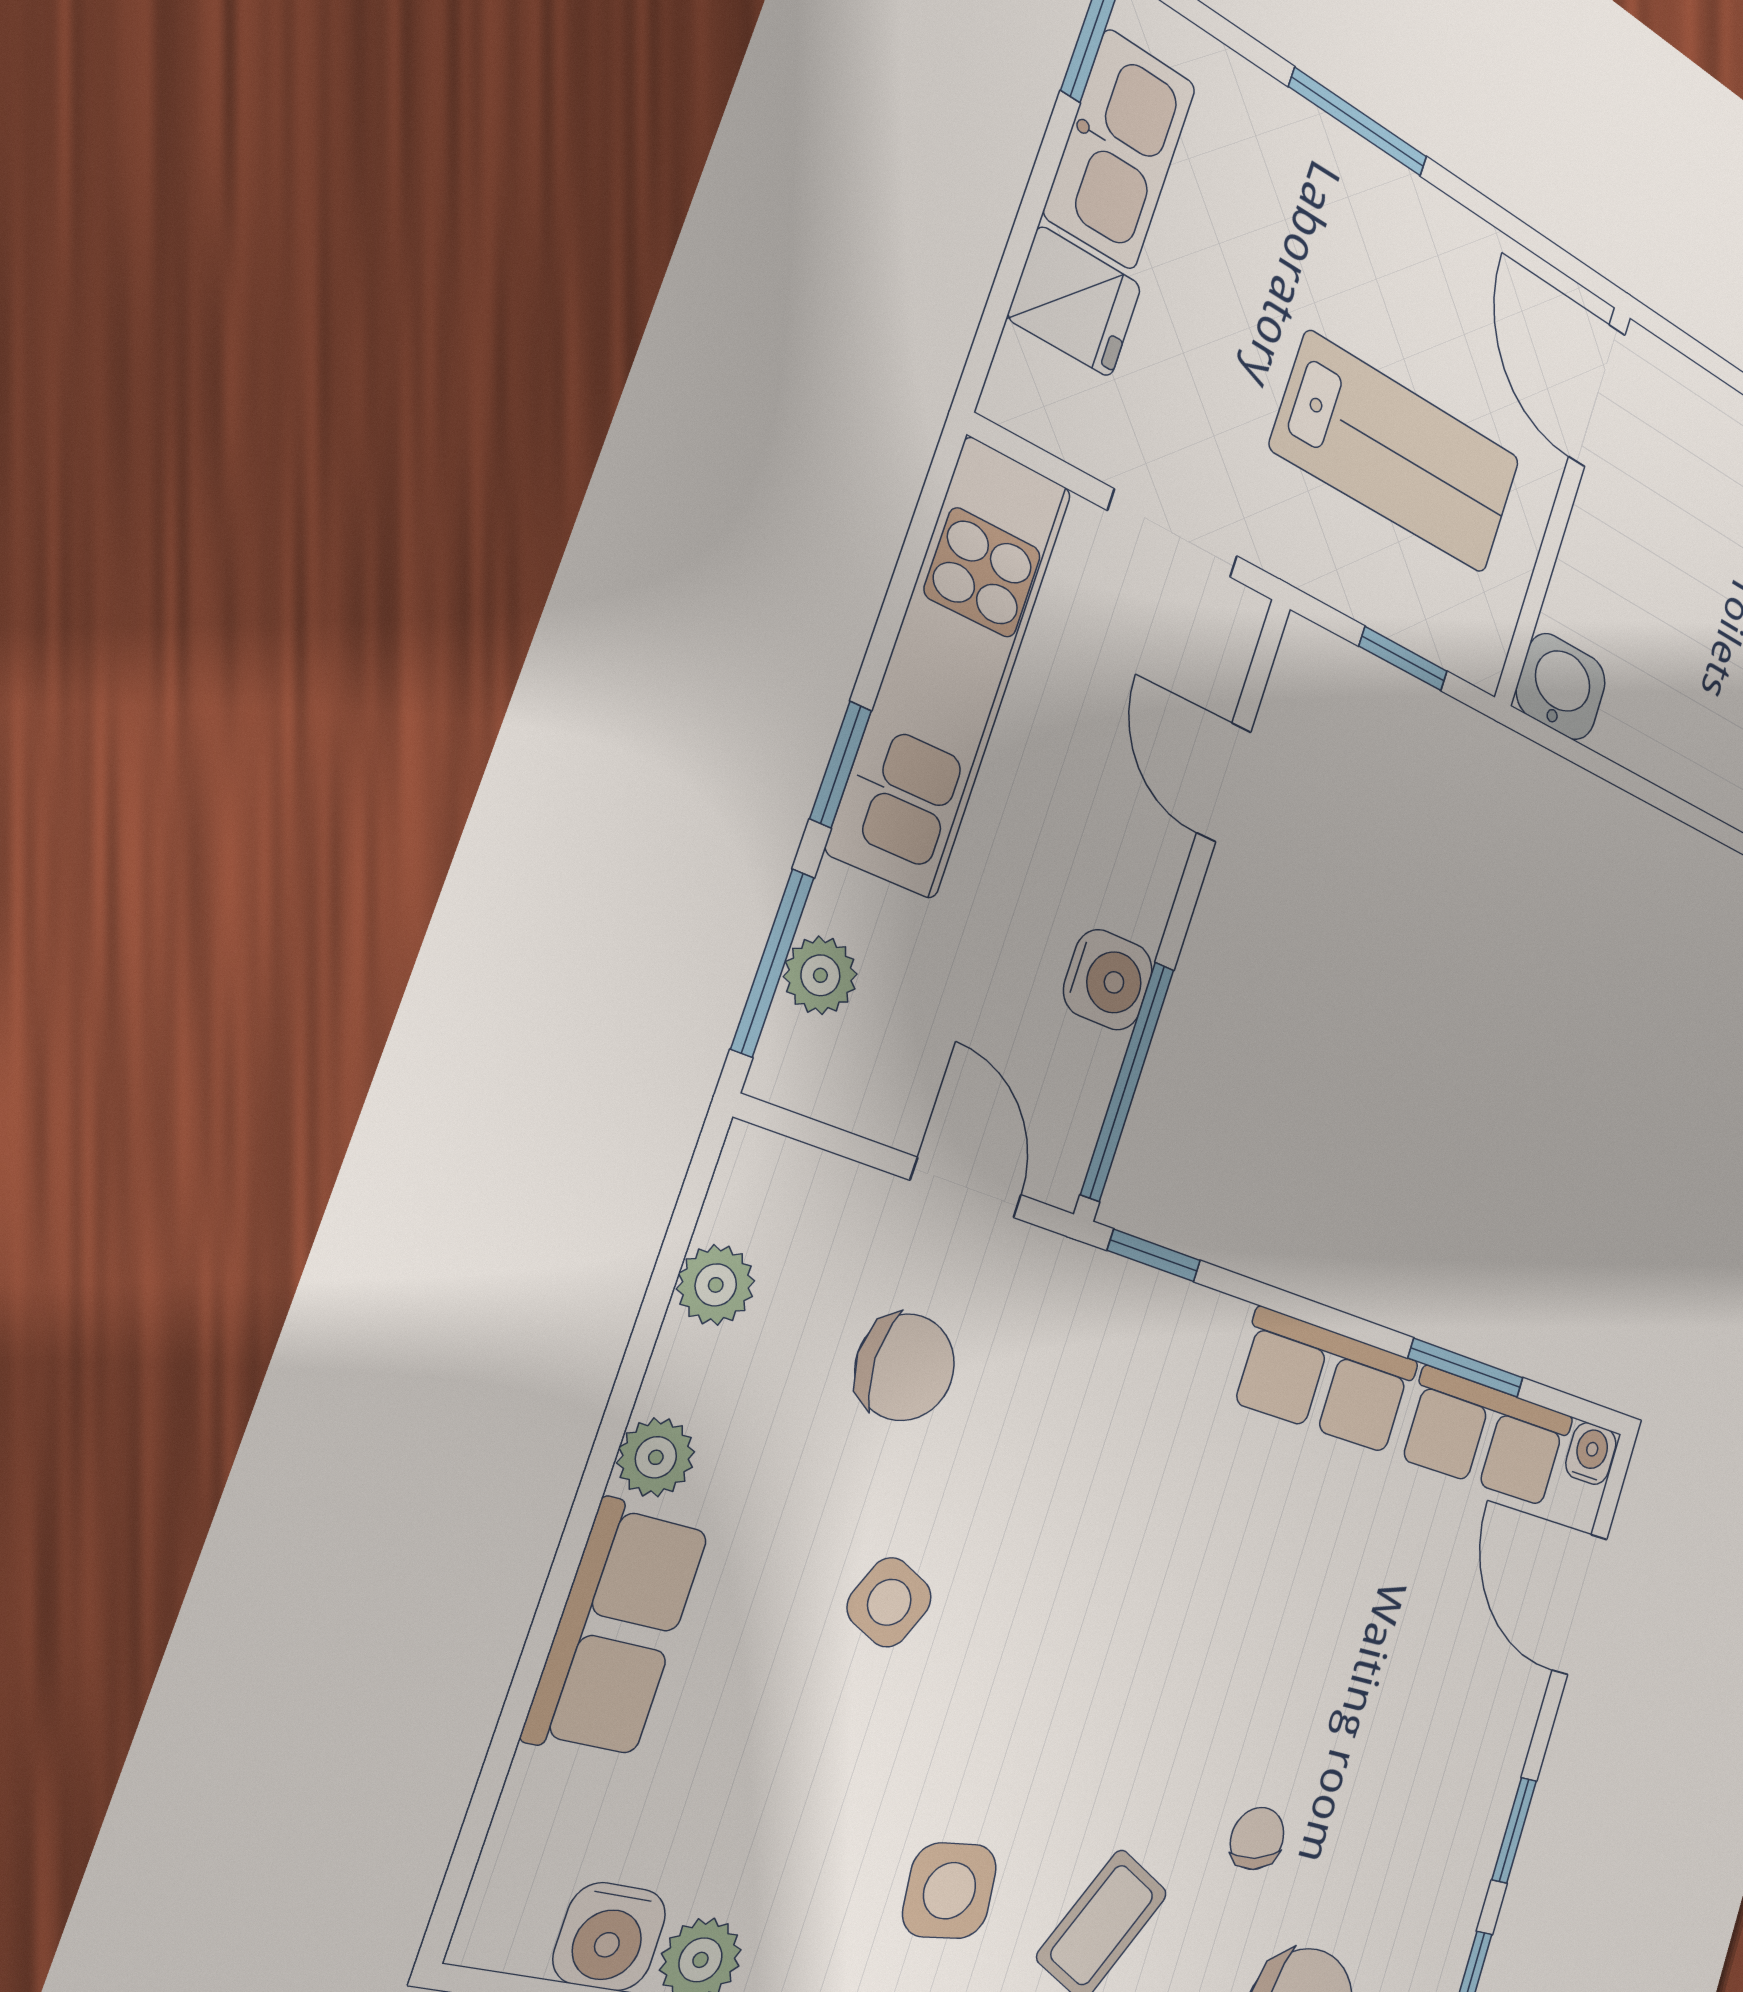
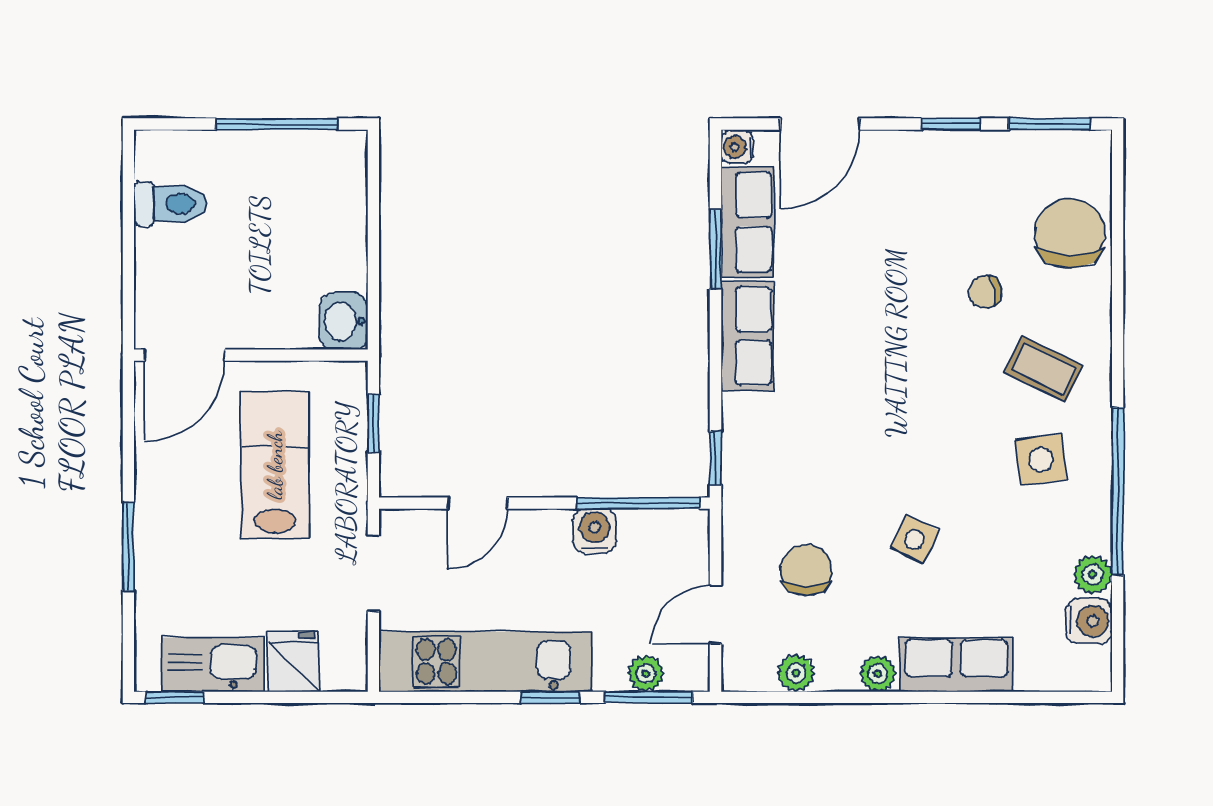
door: (966, 1188) -> (715, 614), moved

